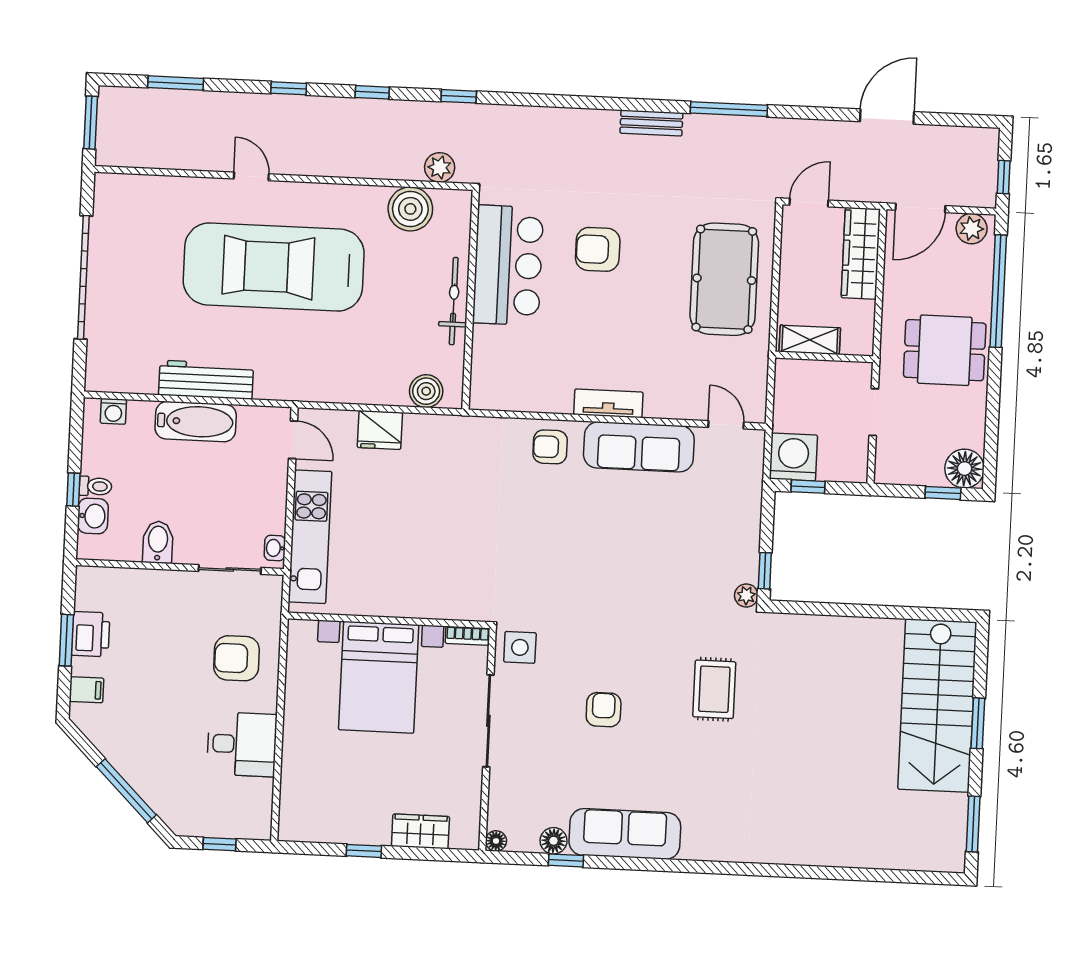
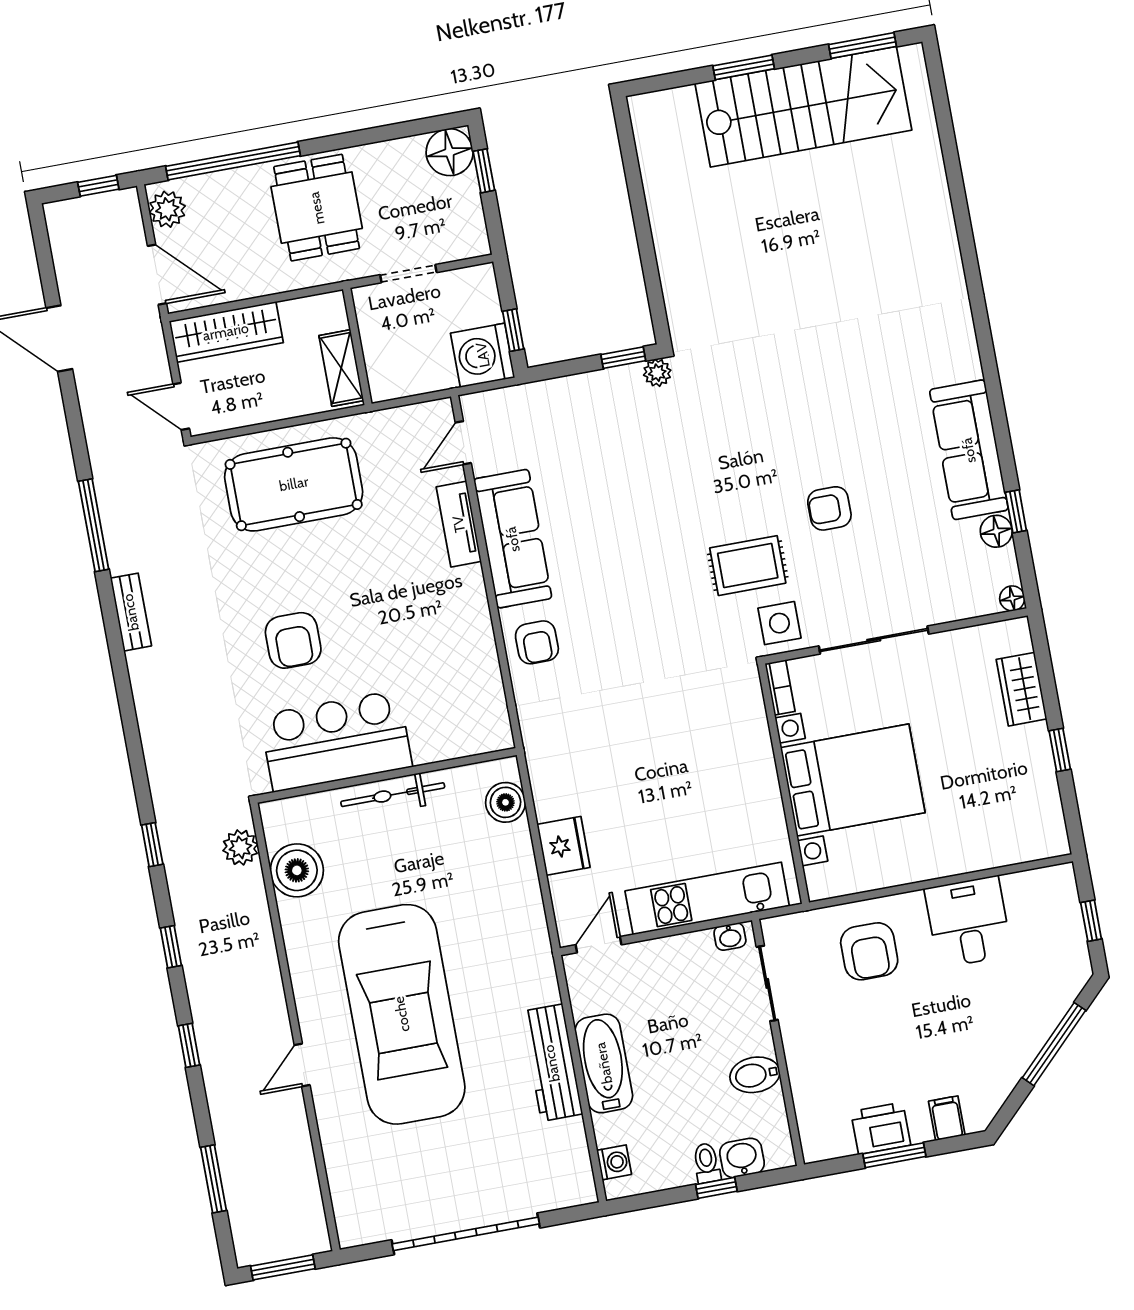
tv unit: (608, 403) -> (459, 524), moved
rug: (714, 689) -> (748, 566), moved
stairs: (937, 706) -> (803, 107), moved

